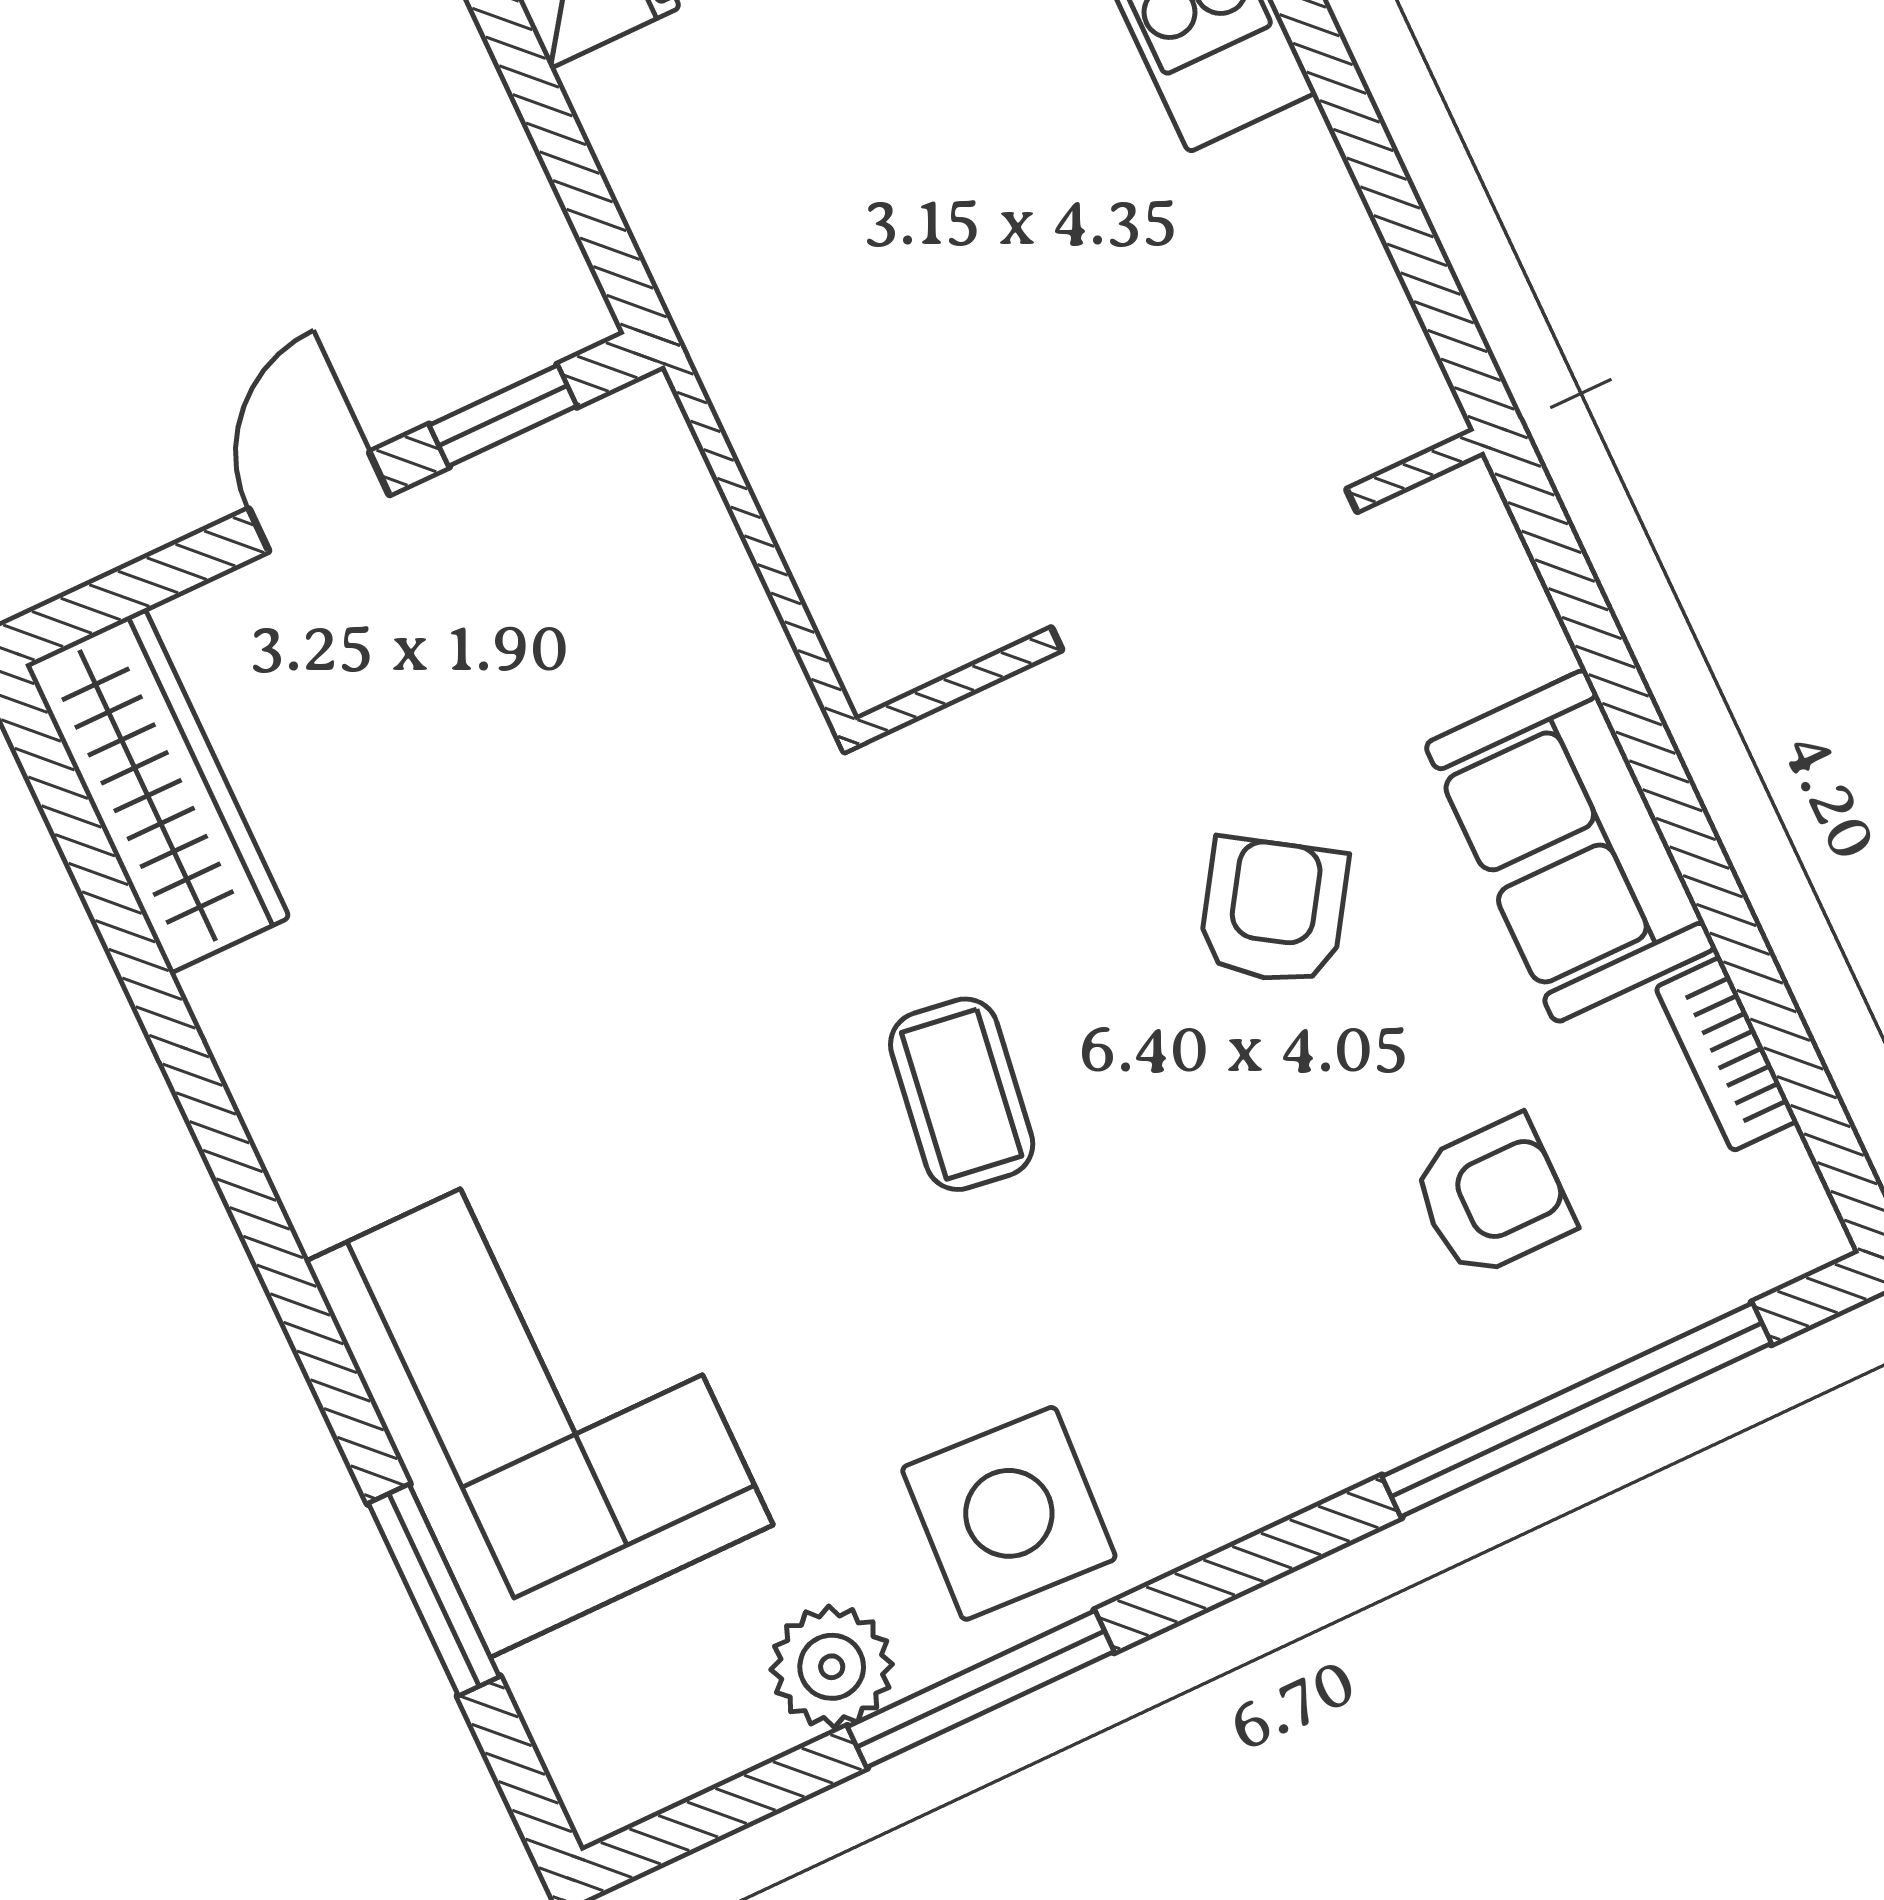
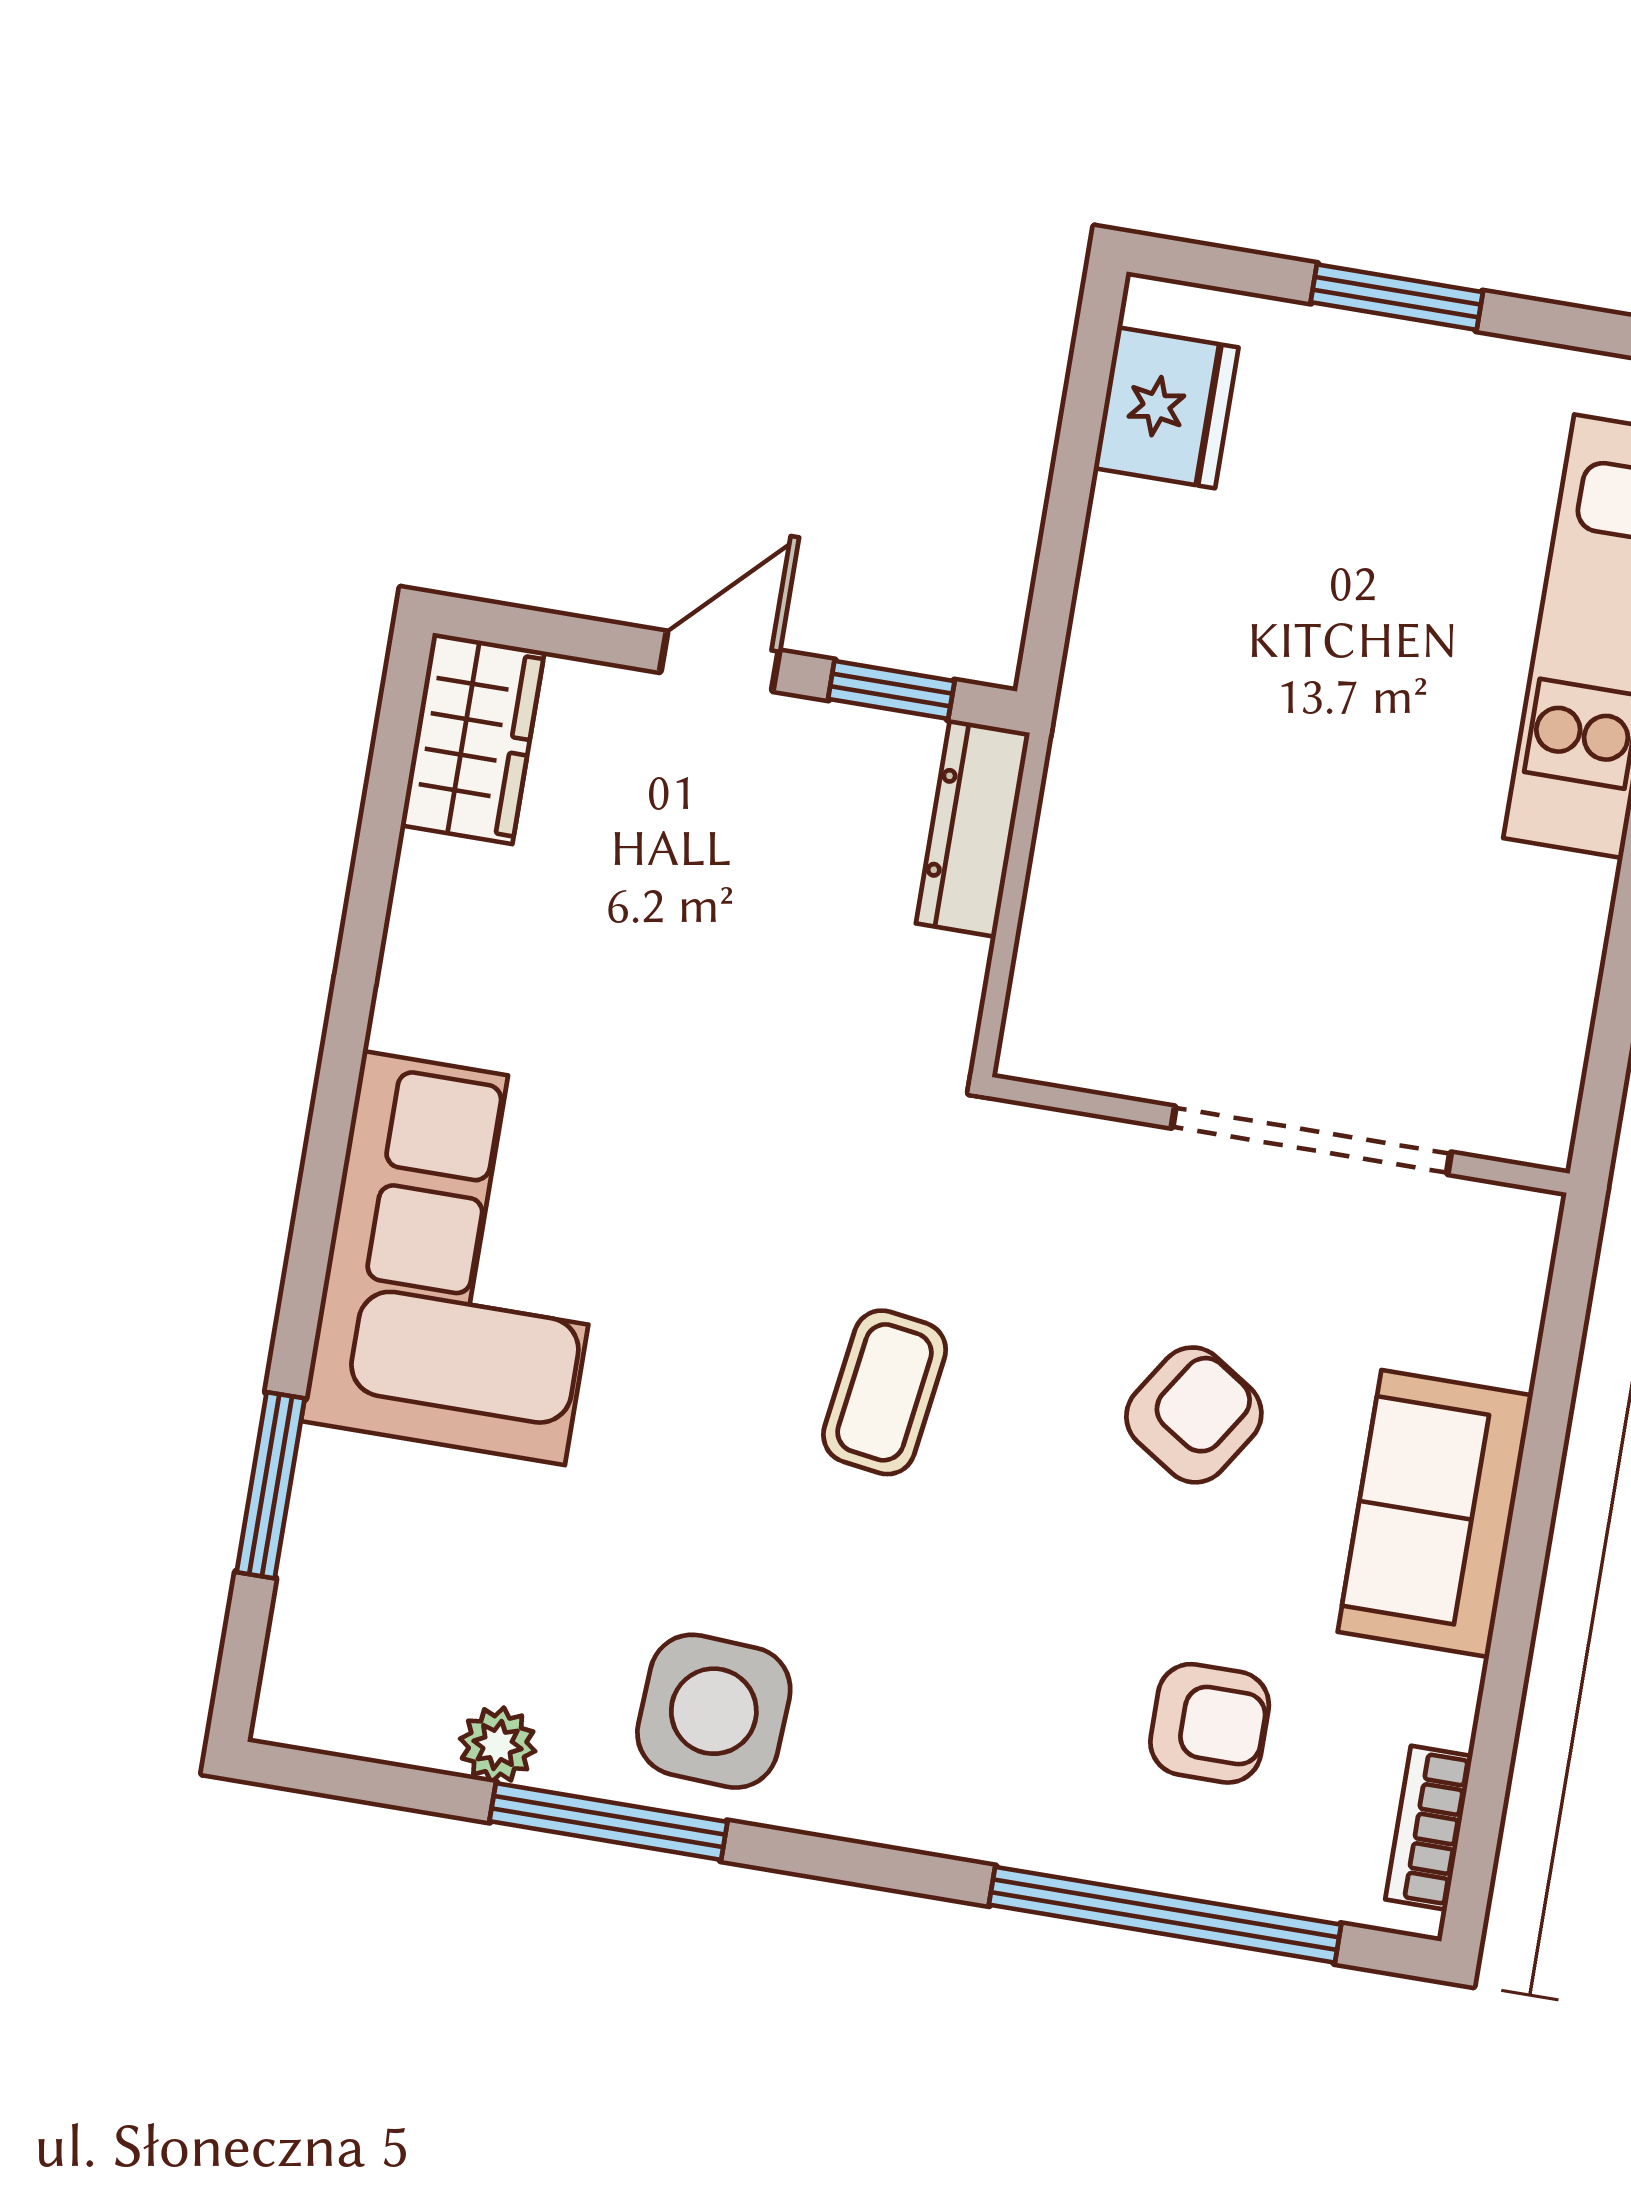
dresser: (673, 494) -> (973, 828), added
wardrobe: (157, 791) -> (473, 738), width x0.67
bookcase: (1727, 1054) -> (1429, 1828), moved
corner sofa: (539, 1393) -> (464, 1258), moved
plant: (832, 1667) -> (498, 1745), width x0.73, depth x0.73

